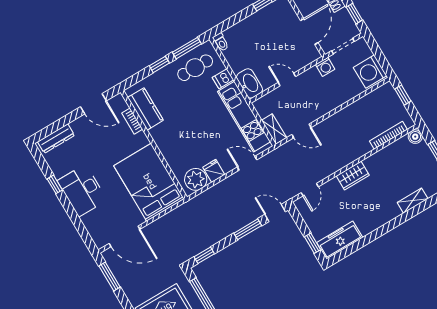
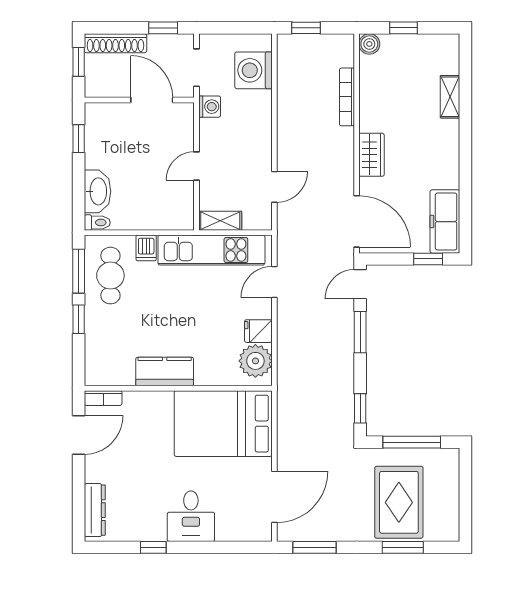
washing machine: (370, 72) -> (254, 70), moved, turned 90
washbasin: (250, 83) -> (98, 191), moved, turned 90
kitchen counter: (145, 109) -> (165, 372), moved
bookcase: (132, 121) -> (103, 398), moved
shelving: (274, 129) -> (220, 221), moved
bookcase: (388, 135) -> (347, 97), moved
desk: (82, 190) -> (191, 516), width x0.73
door: (310, 190) -> (357, 221), width x1.88

